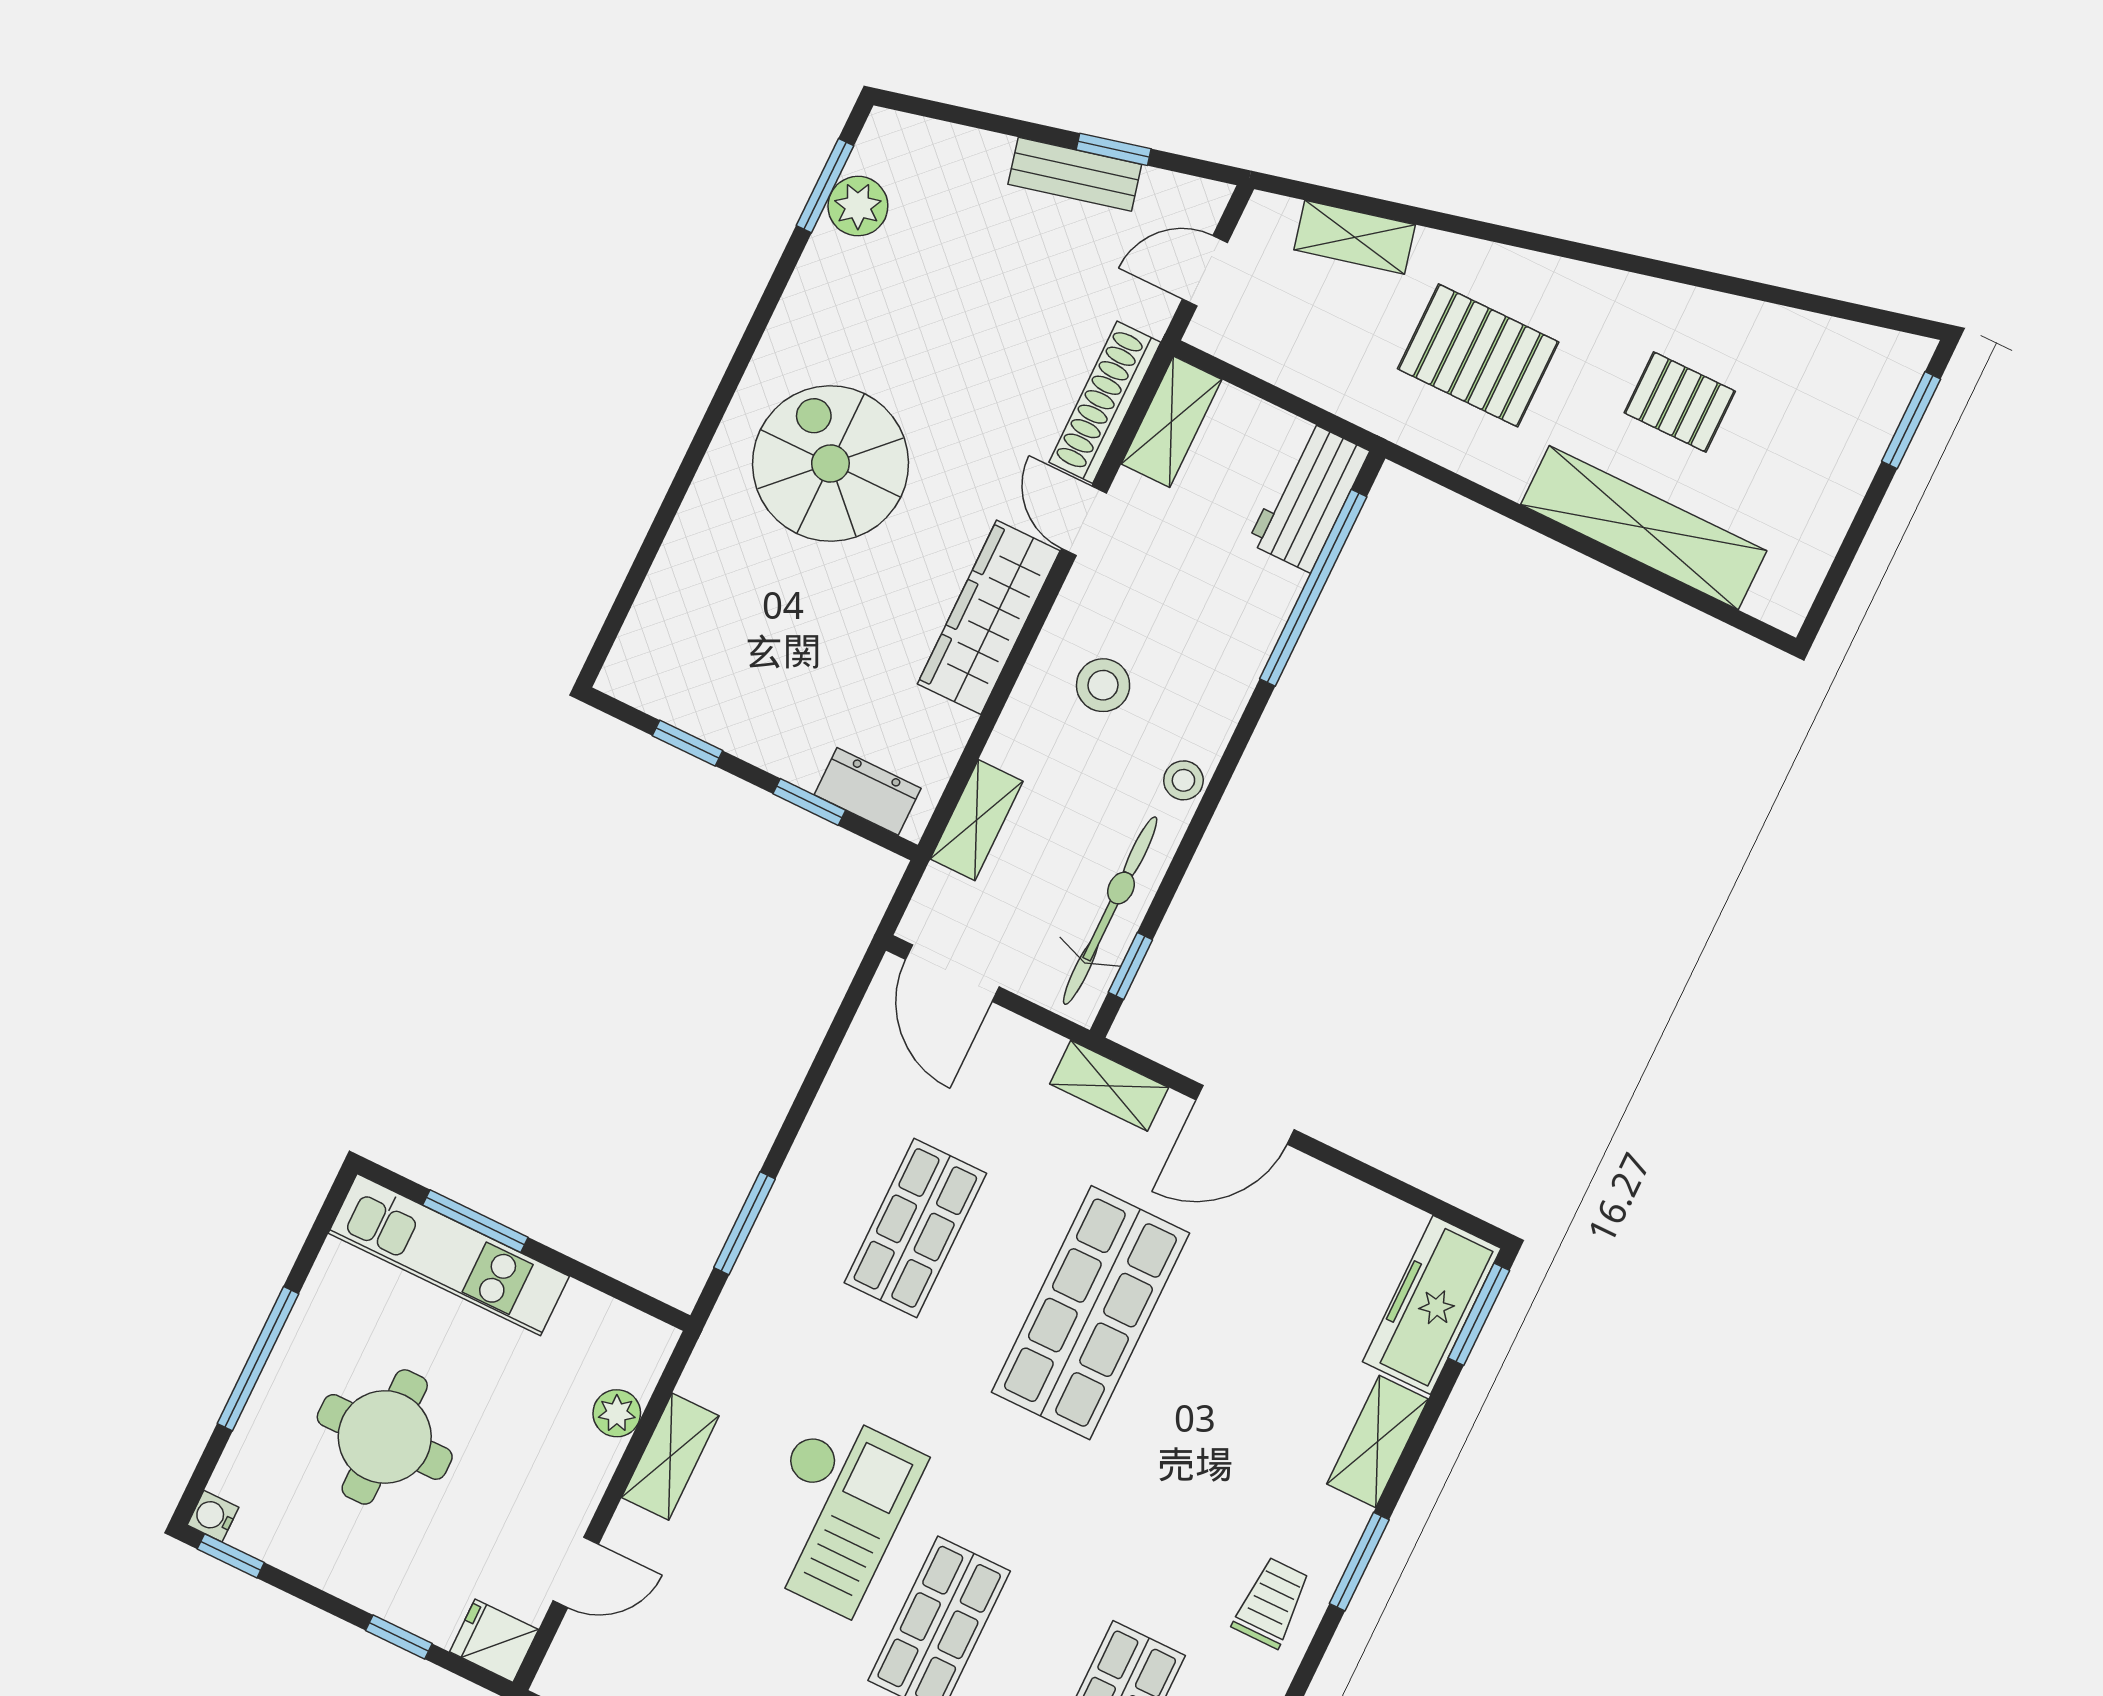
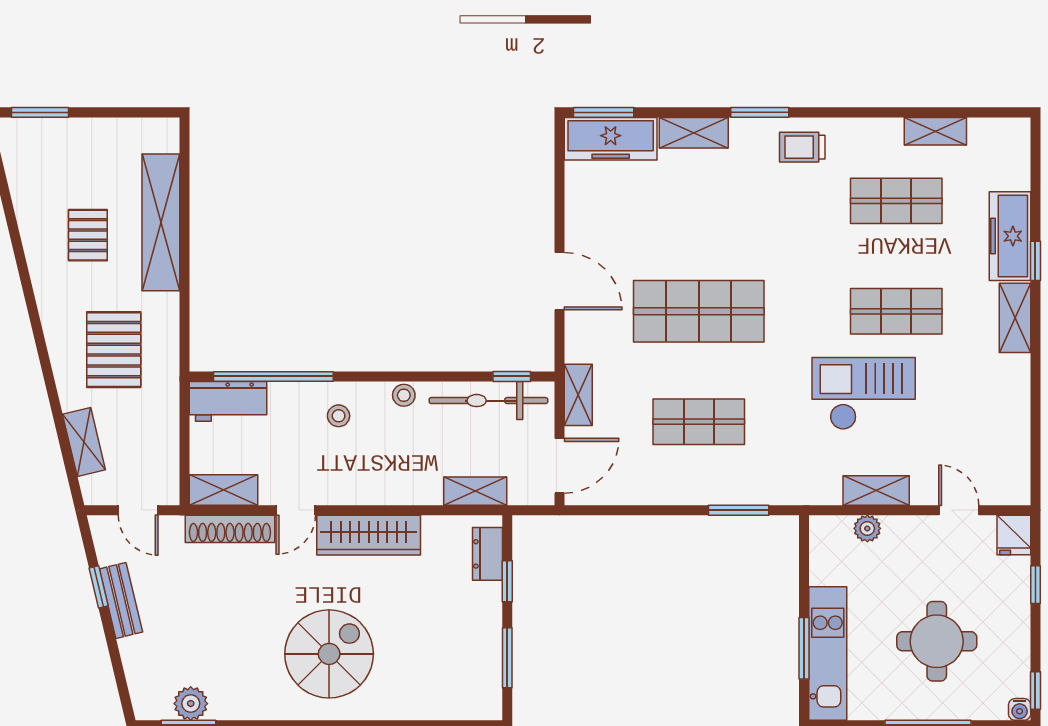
spiral stairs: (830, 464) -> (329, 654), turned 180
stool: (1103, 685) -> (339, 416), moved, width x0.73, depth x0.73
window: (688, 743) -> (507, 658), width x1.50
shelving: (1109, 1086) -> (578, 395), moved

